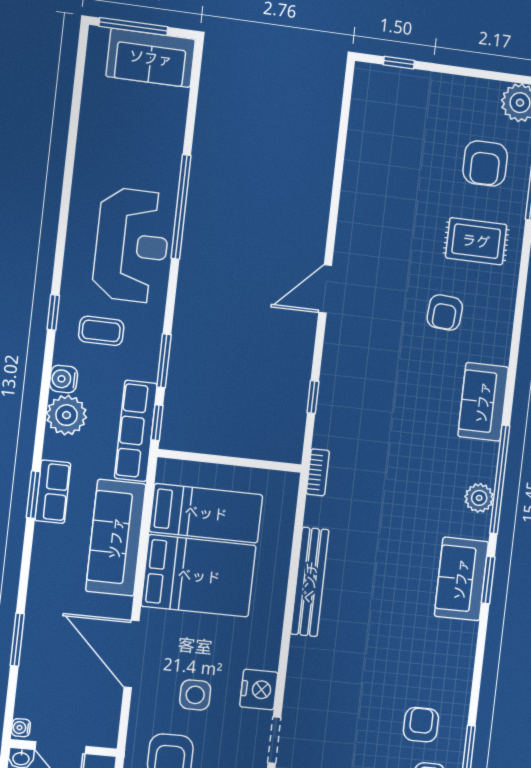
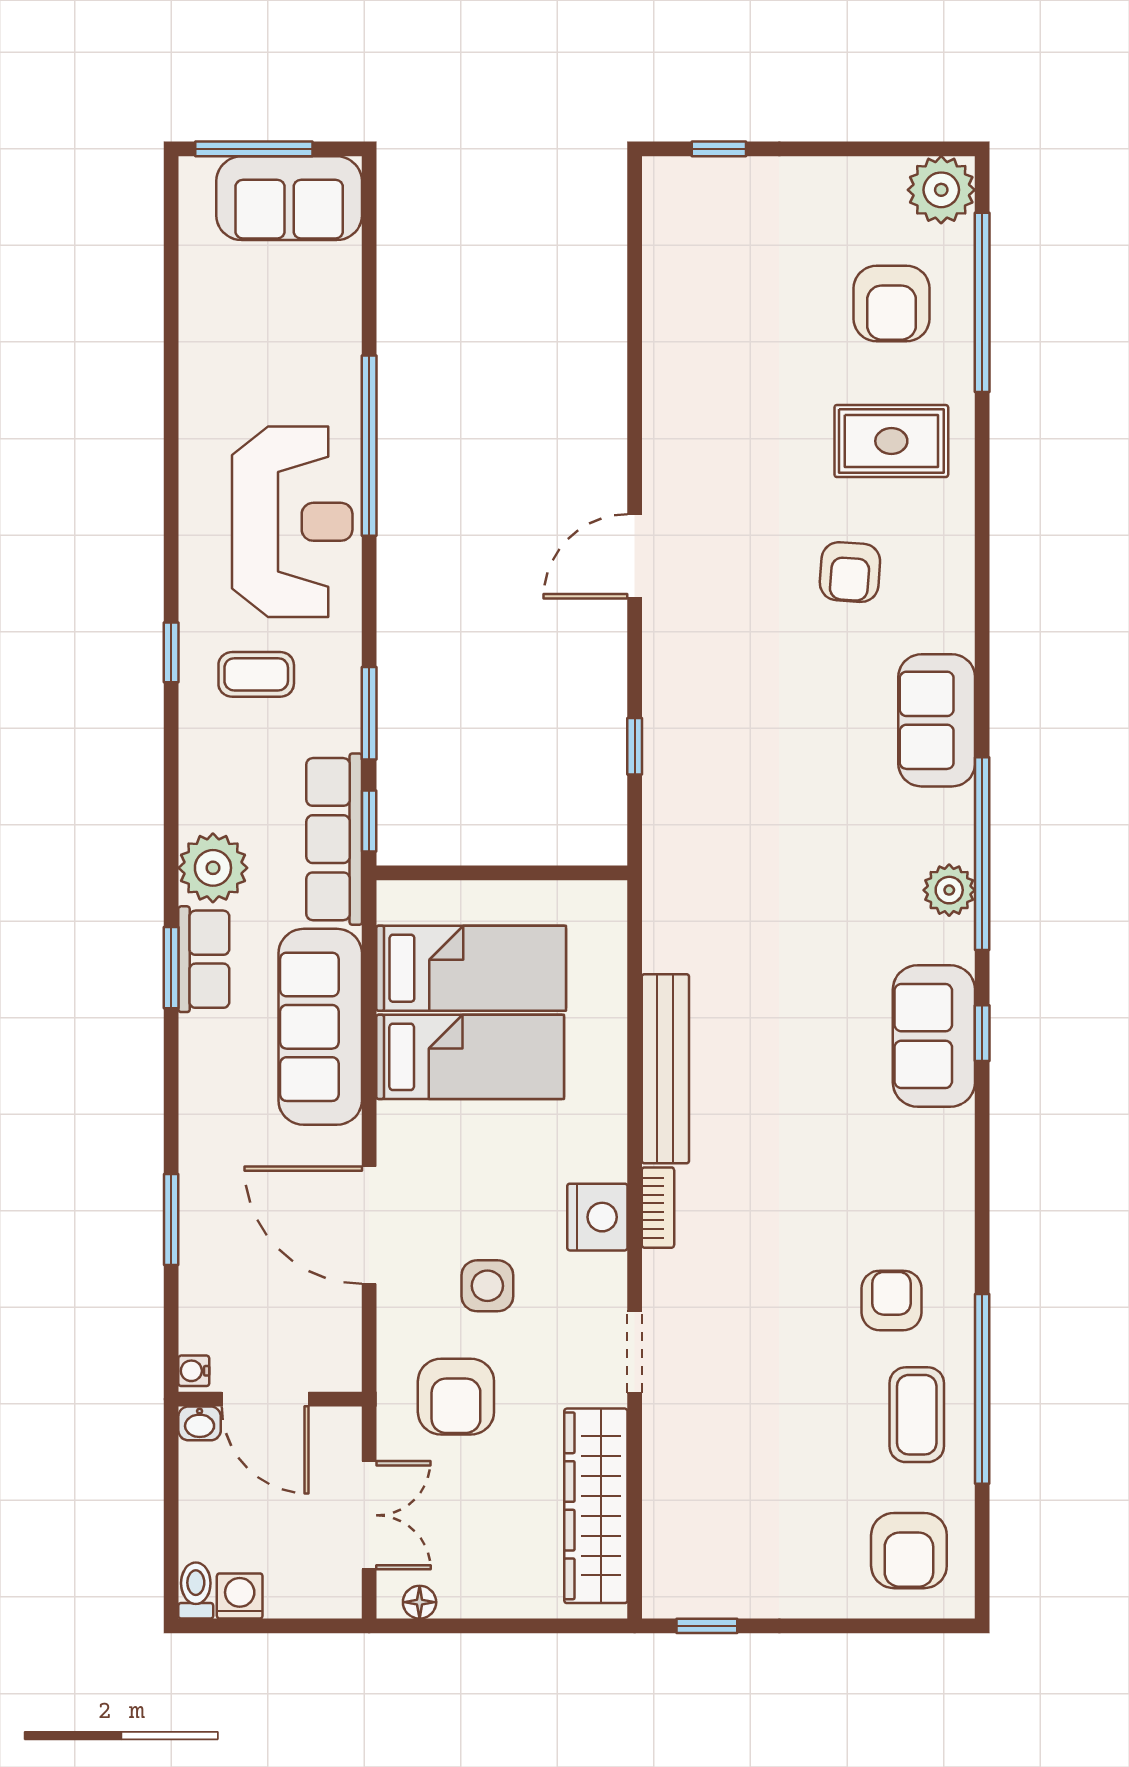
water cooler: (64, 379) -> (201, 764), removed
plant: (67, 415) -> (213, 868), moved
bookcase: (318, 472) -> (658, 1208), moved
bed: (199, 576) -> (470, 1057), width x0.67
window: (488, 580) -> (982, 1033), width x0.67
nightstand: (259, 689) -> (597, 1217), moved

